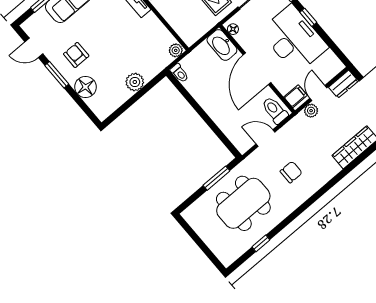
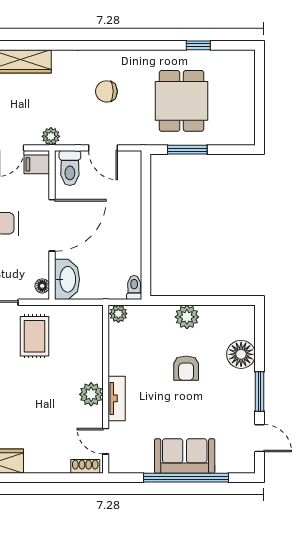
armchair: (76, 55) -> (186, 368), moved
plant: (311, 111) -> (51, 136), moved
dining table: (243, 203) -> (182, 101), width x0.73

